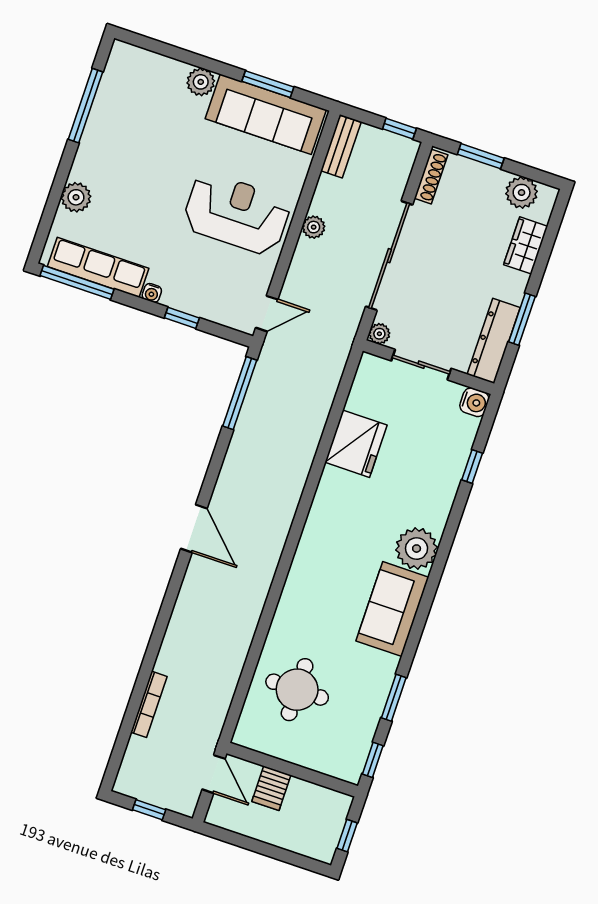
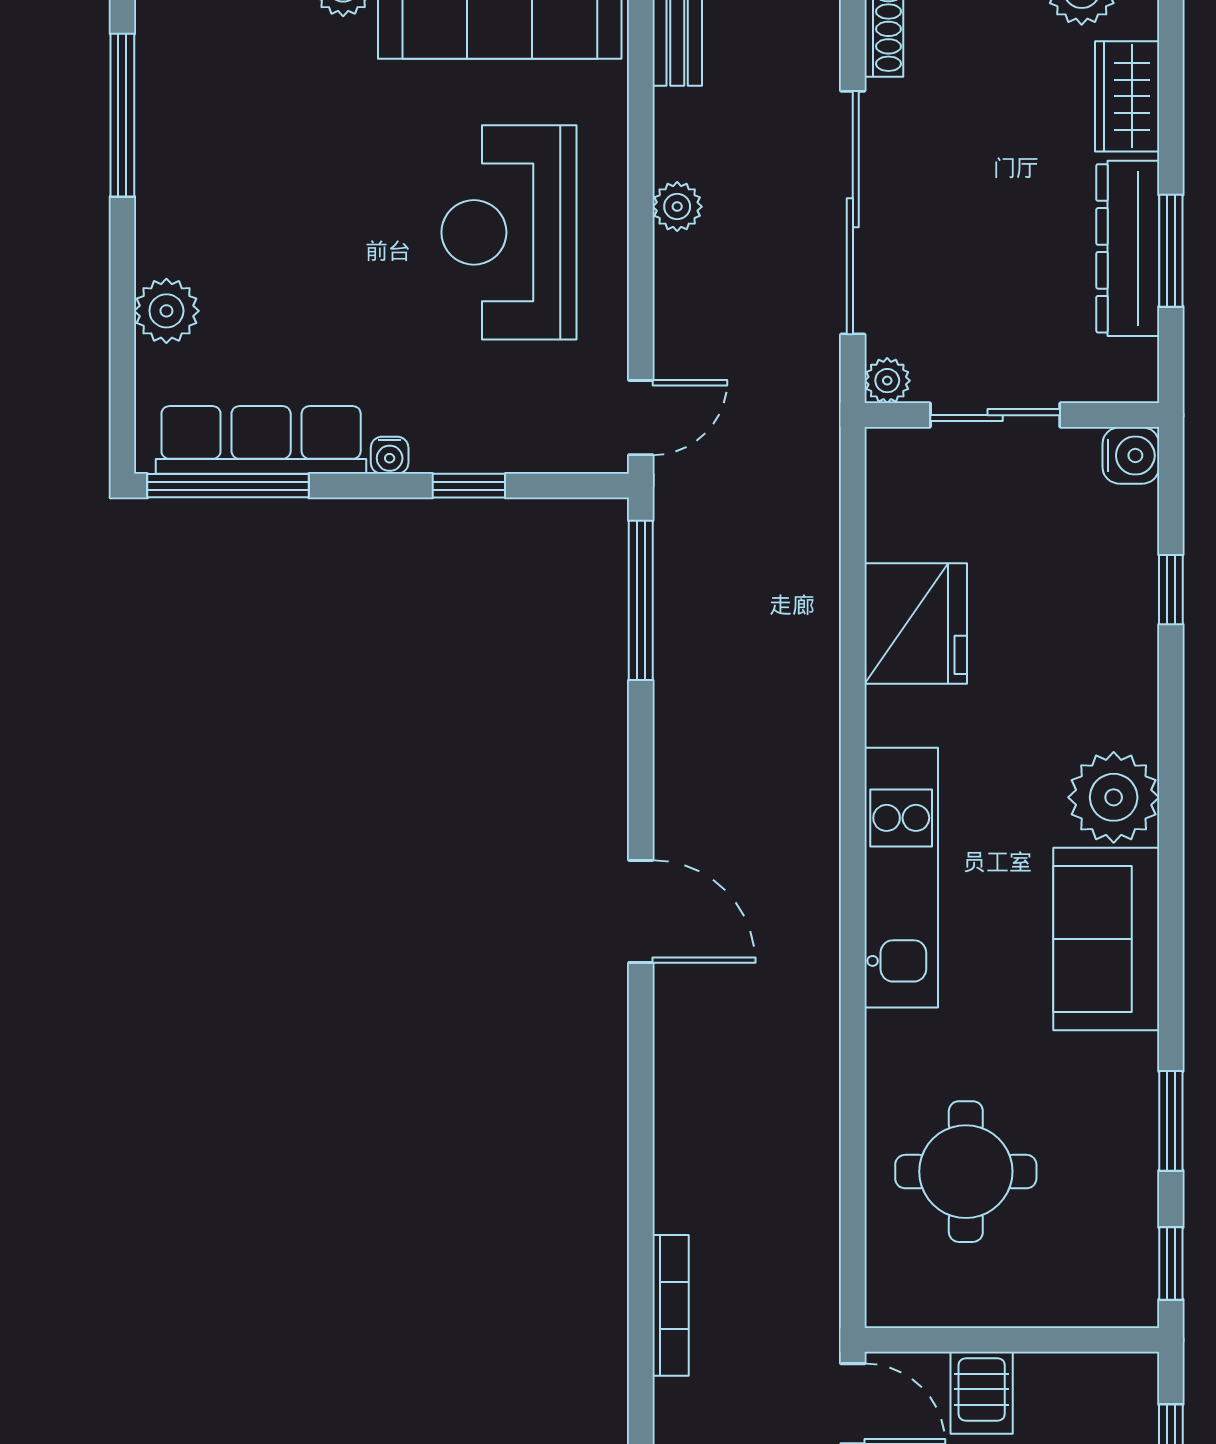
reception desk: (237, 214) -> (509, 232), turned -90
dresser: (494, 341) -> (1128, 248), moved
kitchen unit: (312, 552) -> (901, 878), added

